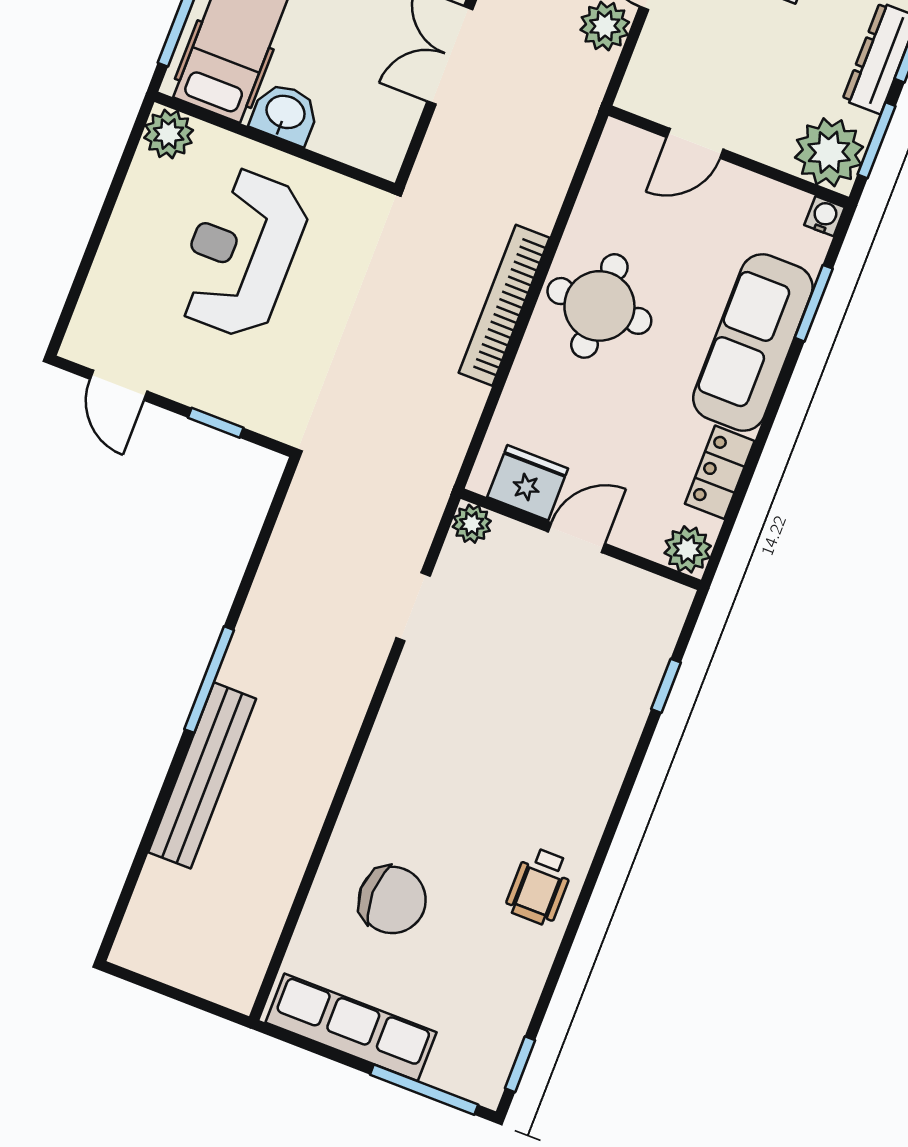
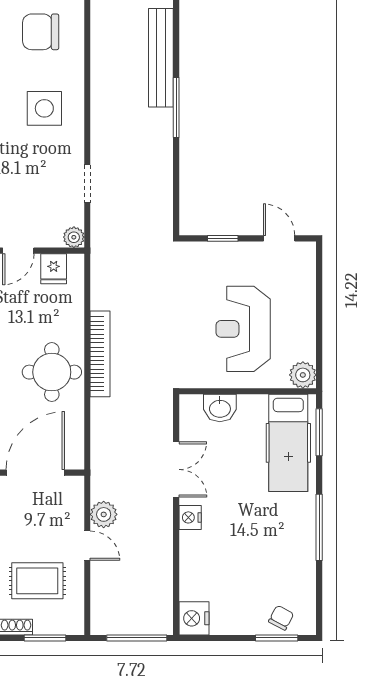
washbasin: (285, 113) -> (220, 408), moved
door: (695, 143) -> (35, 473), width x1.88
reception desk: (241, 253) -> (243, 329), turned 180
fridge: (528, 483) -> (54, 269), width x0.72
side table: (437, 766) -> (44, 108), added

